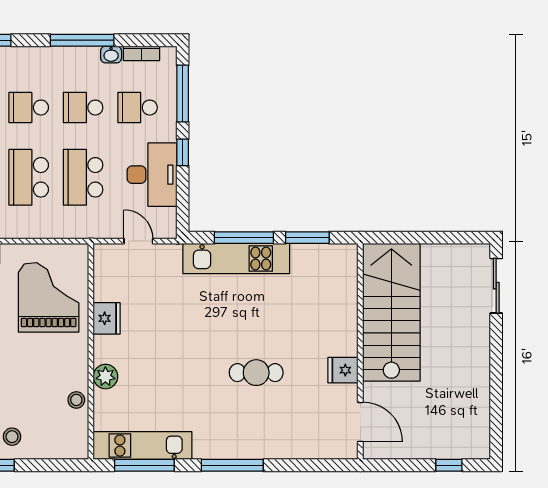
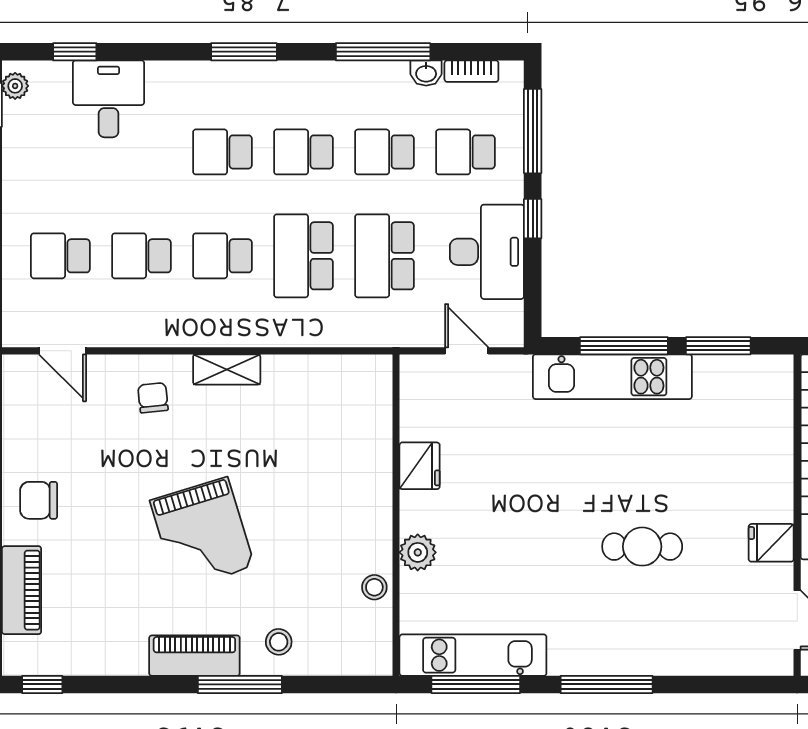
grand piano: (49, 297) -> (333, 435), removed

